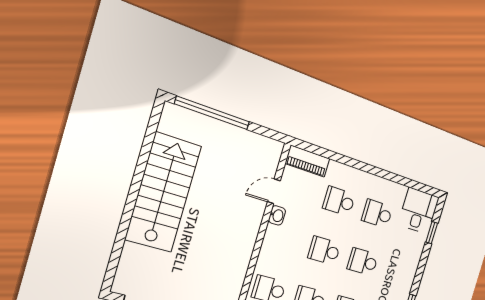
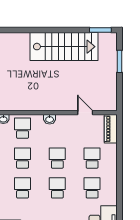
window: (212, 113) -> (119, 61), width x0.47
window: (153, 126) -> (100, 30), added
washbasin: (277, 215) -> (50, 119), moved

